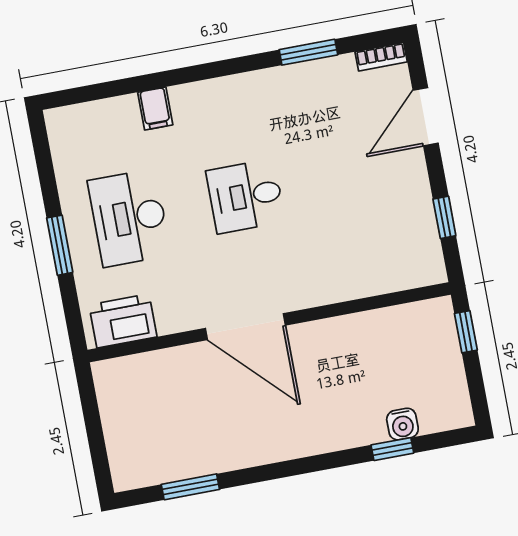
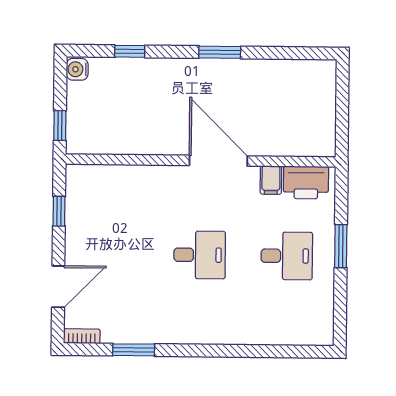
filing cabinet: (155, 109) -> (271, 180), moved, turned 180
desk: (129, 218) -> (287, 256), width x0.73
water cooler: (402, 424) -> (77, 69), moved, turned -90
window: (190, 487) -> (220, 52), moved

